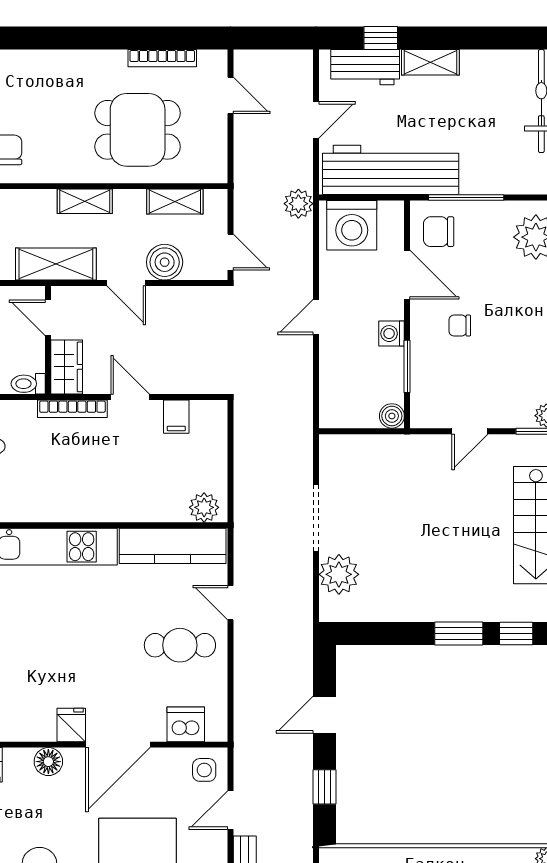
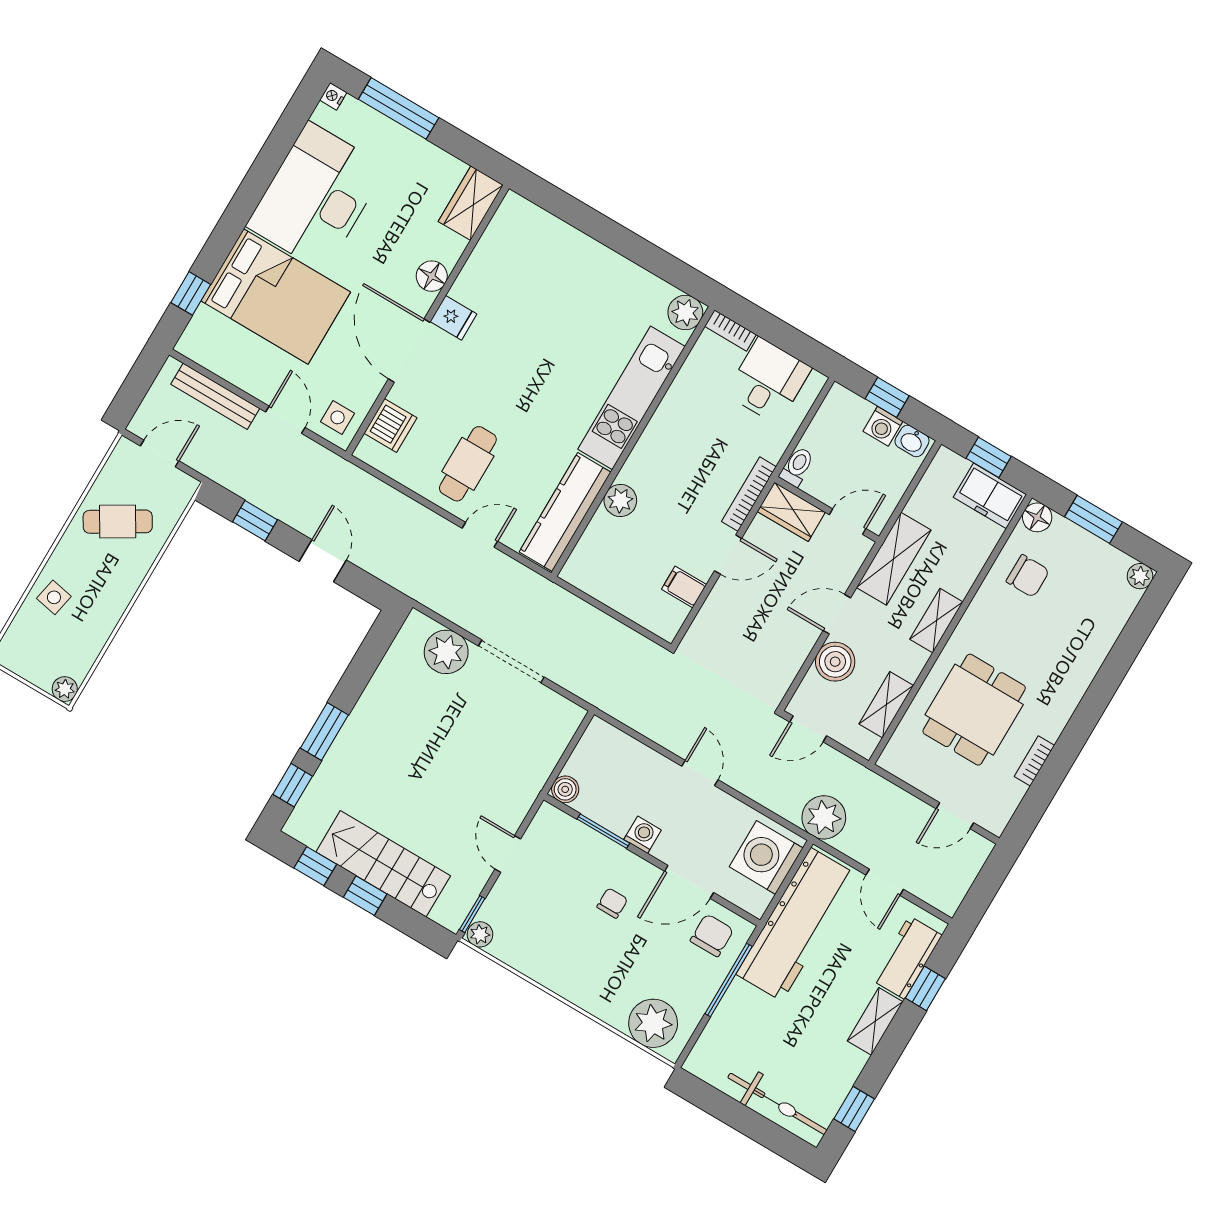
window: (509, 38) -> (854, 1109), added
bookcase: (162, 58) -> (1034, 761), width x0.64
plant: (298, 204) -> (824, 817), width x1.36, depth x1.36
plant: (204, 507) -> (620, 500), moved

